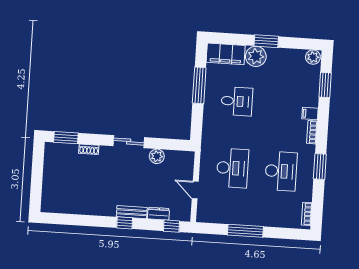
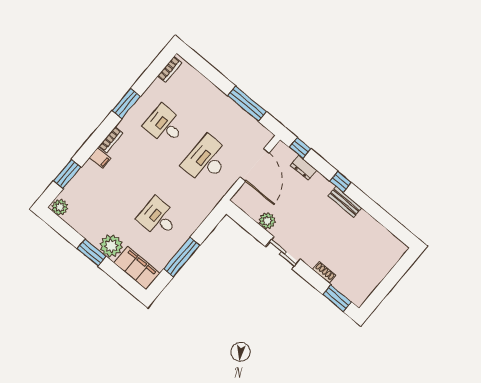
desk: (281, 171) -> (165, 125), width x0.73
door: (195, 190) -> (255, 165), width x1.87
bench: (132, 212) -> (345, 202), moved
window: (245, 231) -> (247, 104), moved

